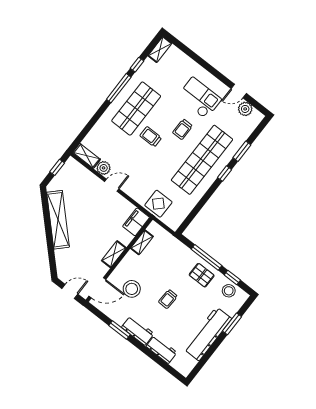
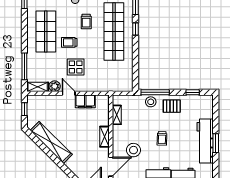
window: (119, 88) -> (24, 66), moved
door: (112, 185) -> (69, 93), hinge flipped
display table: (158, 204) -> (76, 67), moved
filing cabinet: (136, 222) -> (85, 101), moved, turned -90
window: (206, 257) -> (155, 92), moved
stool: (229, 291) -> (151, 102), moved
window: (232, 324) -> (216, 143), moved

